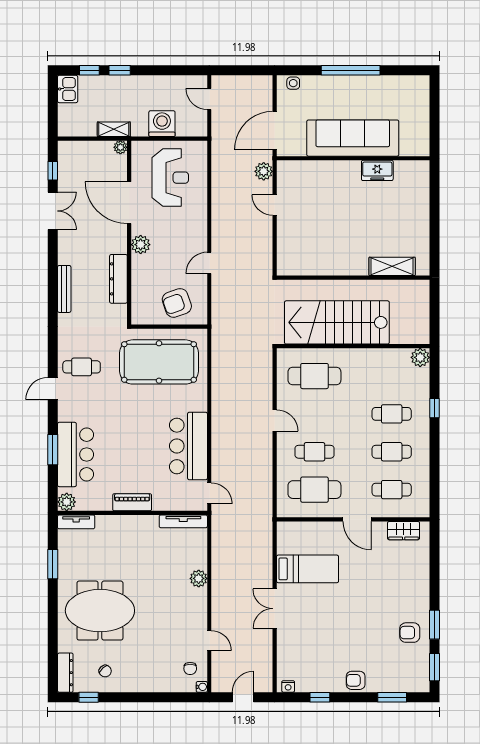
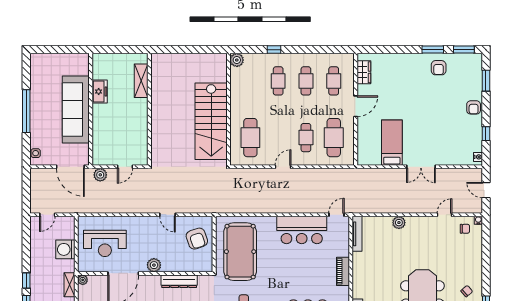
reception desk: (170, 178) -> (105, 243), turned 180
shelving: (392, 266) -> (141, 81), moved
wall: (353, 278) -> (149, 109), moved

